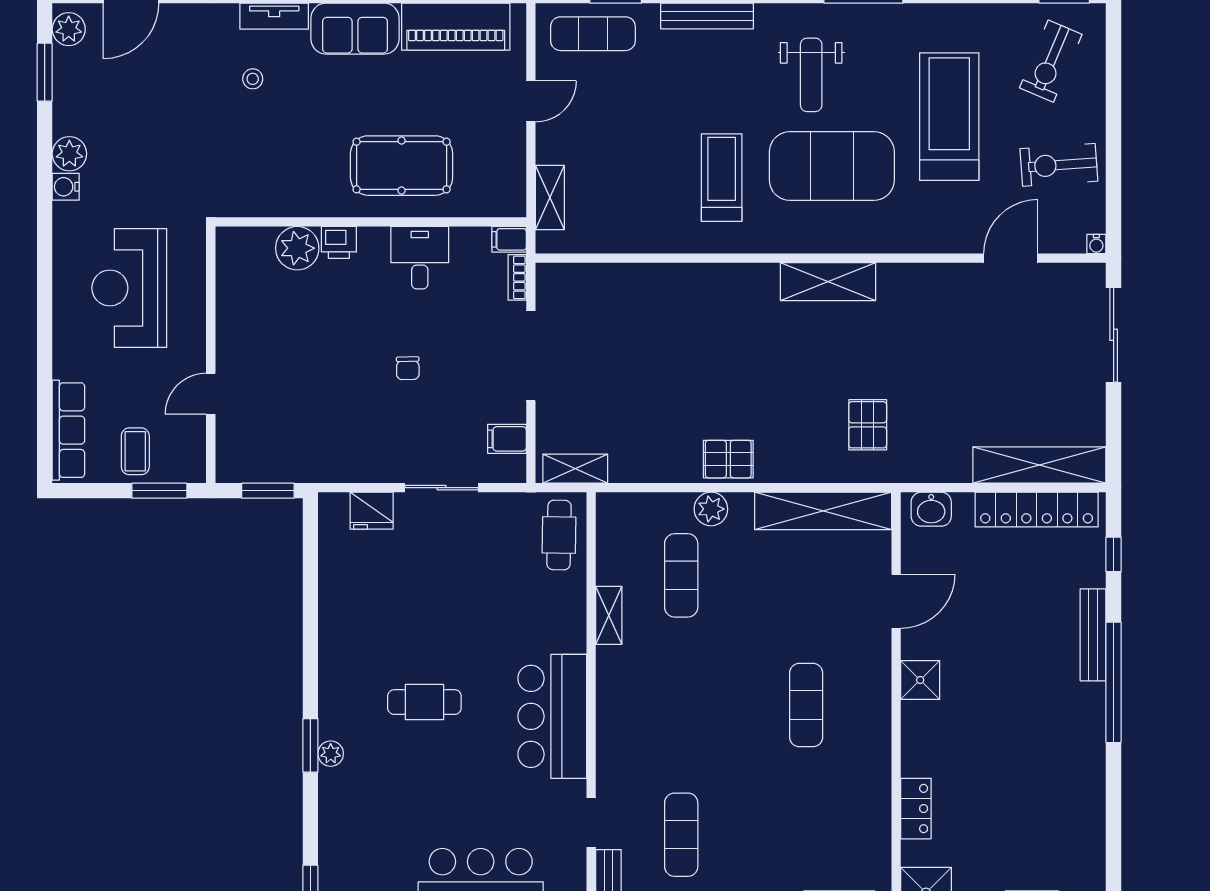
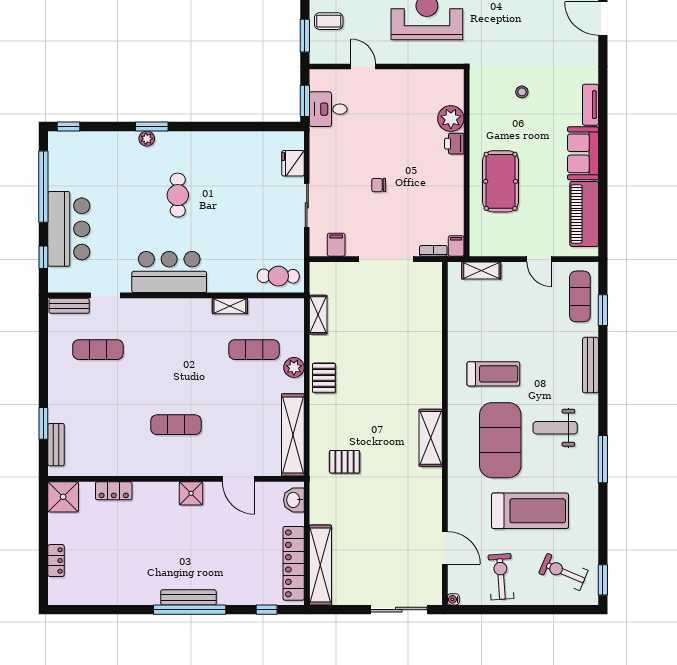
stool: (253, 79) -> (522, 92), moved
desk: (420, 258) -> (328, 109), moved, turned 180
shelving: (575, 469) -> (318, 315), moved
bench: (1093, 635) -> (188, 597), moved

